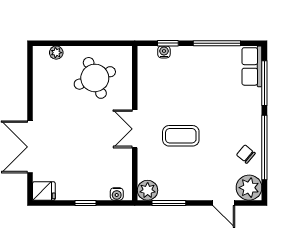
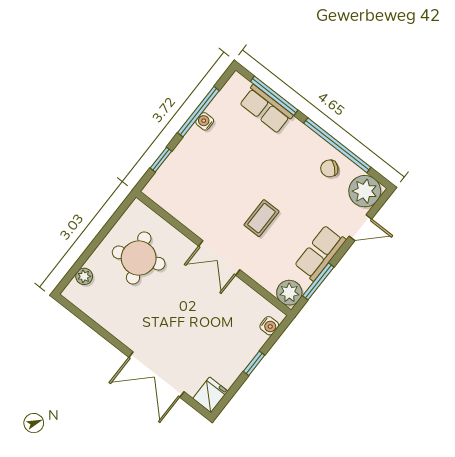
water cooler: (164, 52) -> (205, 121), moved
row of seats: (252, 66) -> (266, 109), moved
coffee table: (181, 136) -> (261, 218), width x0.73, depth x0.77
row of seats: (188, 190) -> (320, 253), added

